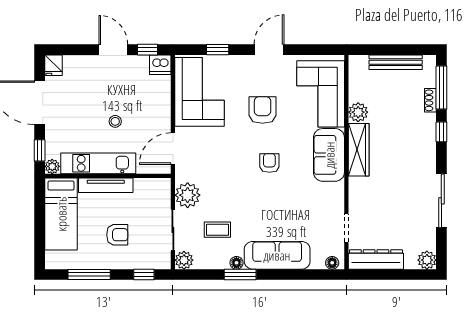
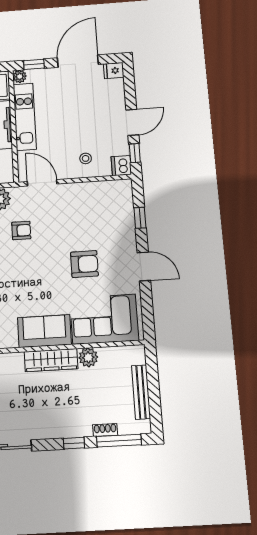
corner sofa: (200, 92) -> (98, 204), removed
stool: (115, 121) -> (86, 158), moved
armchair: (269, 163) -> (21, 230), moved

